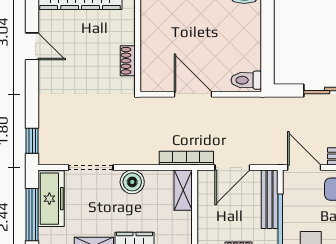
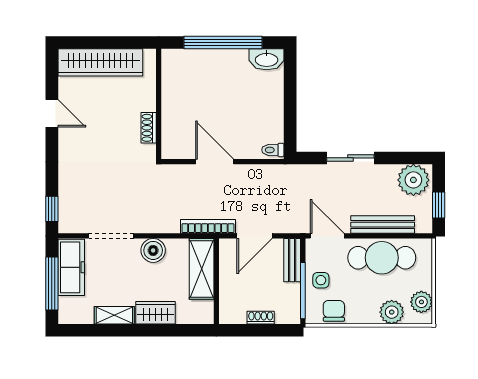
toilet: (246, 80) -> (273, 150), width x0.73, depth x0.72
shelving: (183, 190) -> (202, 269), width x1.50, depth x1.33
bench: (270, 199) -> (292, 260), width x0.73
side table: (298, 211) -> (321, 280), added

